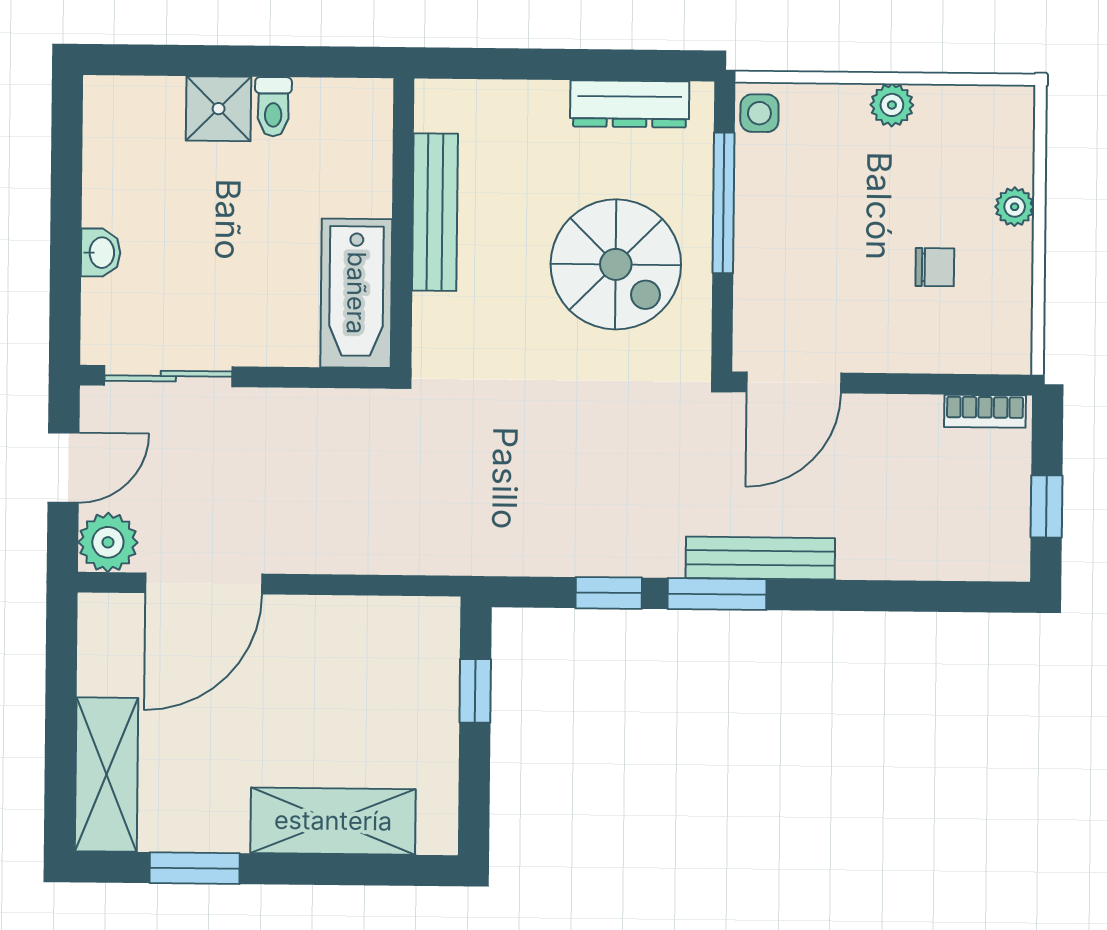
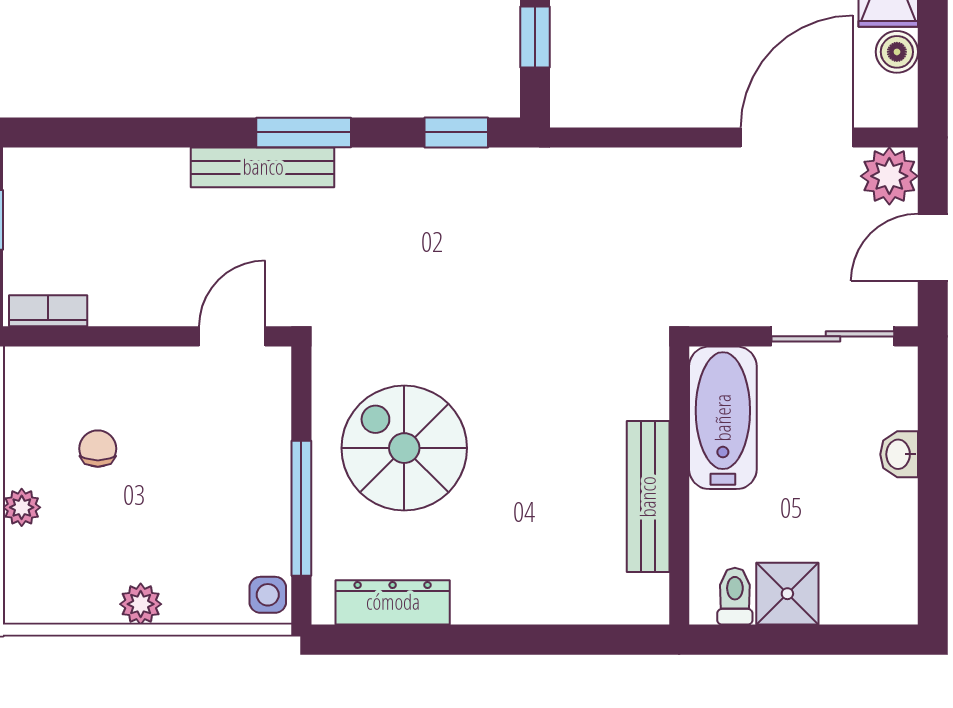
bench: (435, 212) -> (648, 497), moved
wall: (402, 223) -> (679, 486), moved
chair: (935, 267) -> (98, 449), turned 90
bathtub: (356, 293) -> (723, 418), moved
door: (794, 383) -> (232, 336), width x0.73
window: (609, 593) -> (456, 132), moved
boiler: (99, 671) -> (897, 52), added

